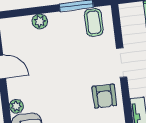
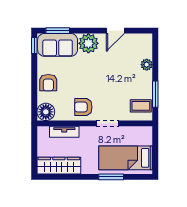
plant: (16, 106) -> (88, 43), width x1.88, depth x1.88

